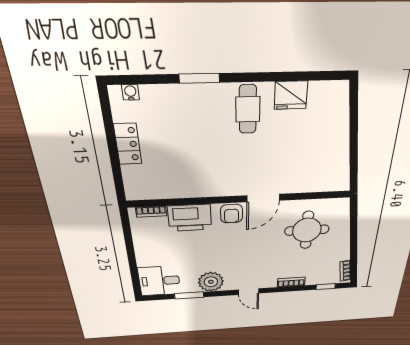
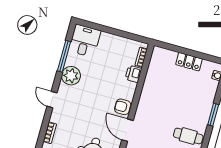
printer: (190, 218) -> (133, 74), width x0.53, depth x0.68
door: (249, 292) -> (52, 100), hinge flipped
window: (189, 295) -> (64, 56), width x1.44

